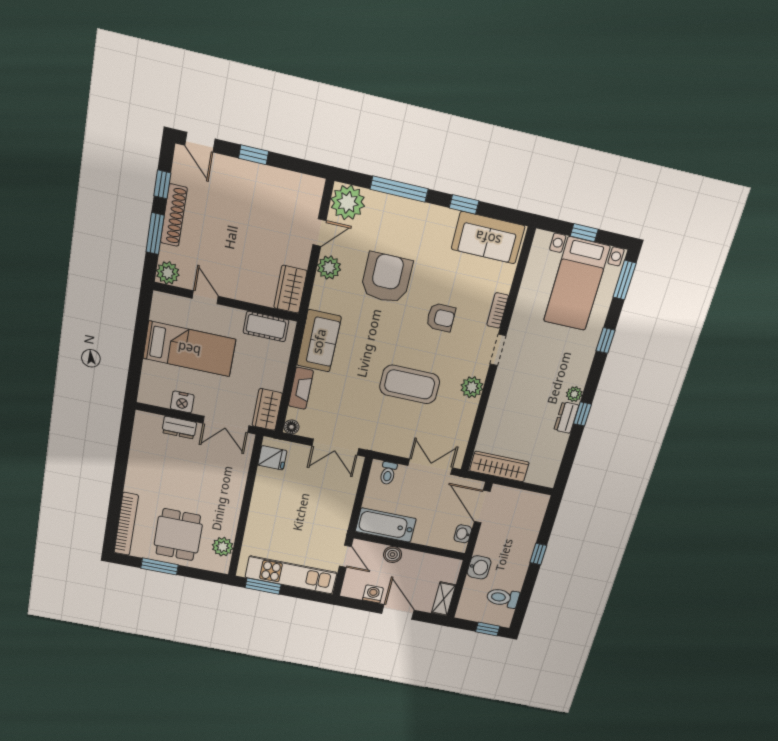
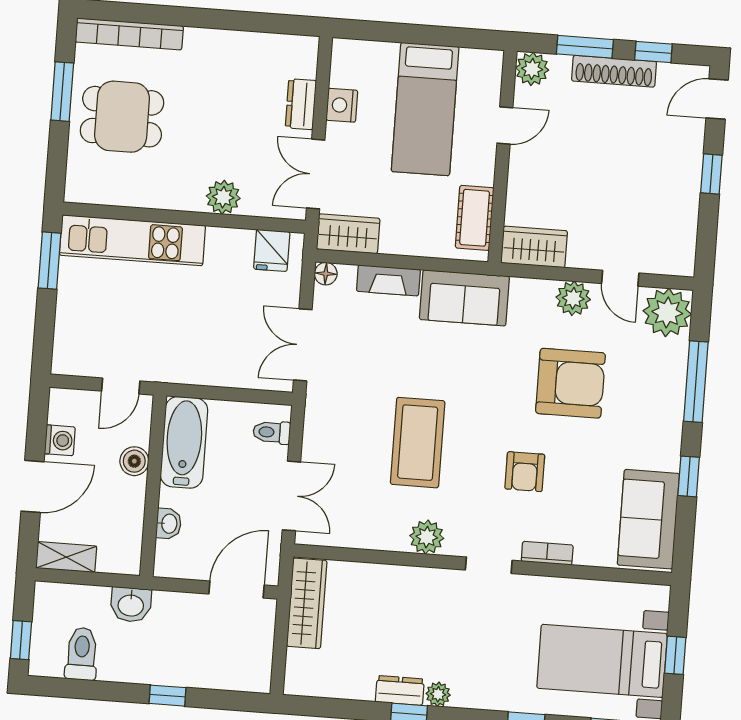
washbasin: (463, 534) -> (169, 524), moved, turned 90
plant: (223, 547) -> (223, 197), moved
kitchen unit: (291, 575) -> (132, 240), moved, turned 90

